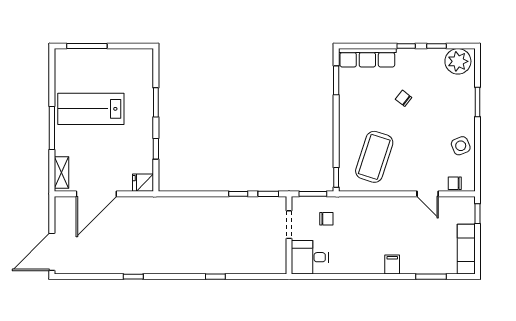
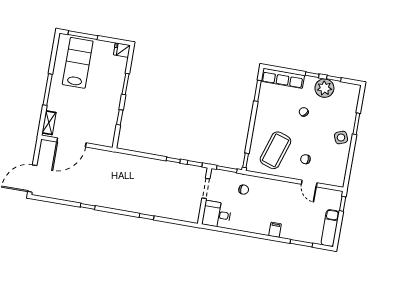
plant: (458, 61) -> (324, 88), moved
lab bench: (91, 109) -> (78, 63), moved, turned 90
side table: (461, 146) -> (341, 138), moved
fridge: (143, 183) -> (122, 50), moved
chair: (455, 183) -> (305, 159), moved
chair: (326, 219) -> (244, 190), moved

